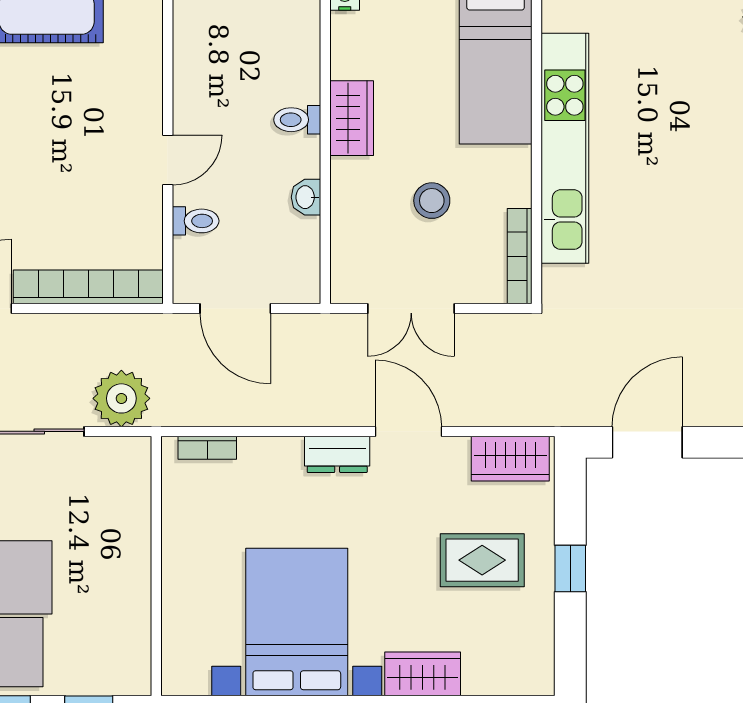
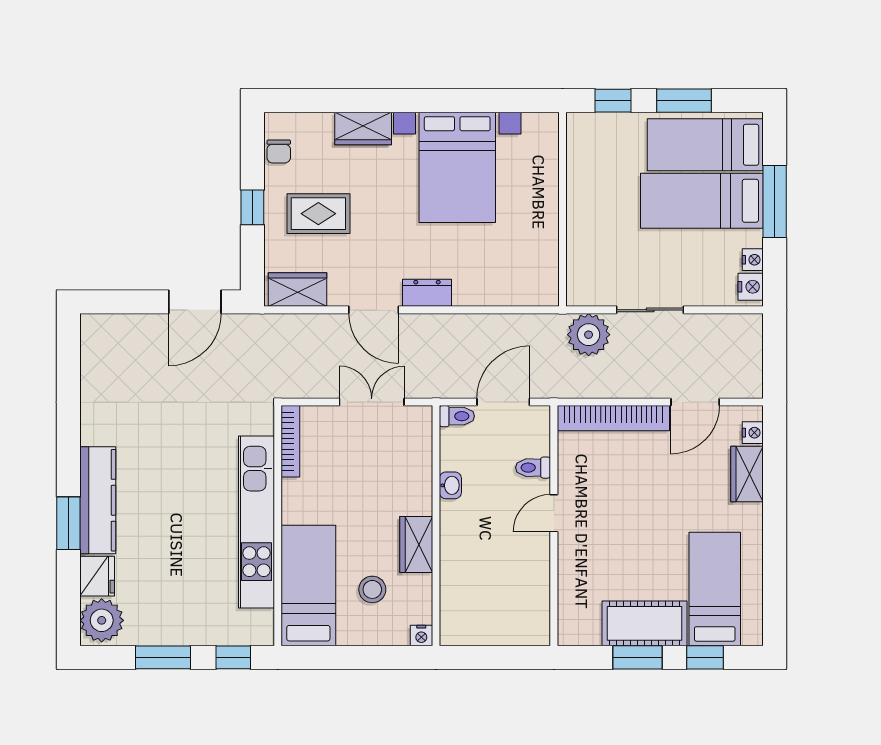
toilet: (297, 120) -> (457, 416), moved
stool: (432, 201) -> (372, 589), moved
door: (235, 309) -> (503, 402), hinge flipped
bookcase: (207, 448) -> (524, 298), removed
chair: (535, 643) -> (279, 151), added

